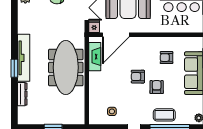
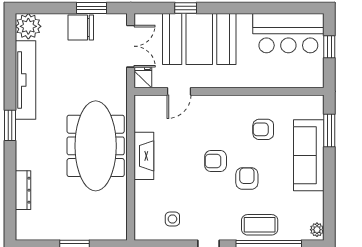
door: (116, 35) -> (179, 91), width x0.53
fireplace: (95, 57) -> (144, 156), moved
tv unit: (24, 58) -> (25, 80), moved
window: (14, 68) -> (10, 125), moved

